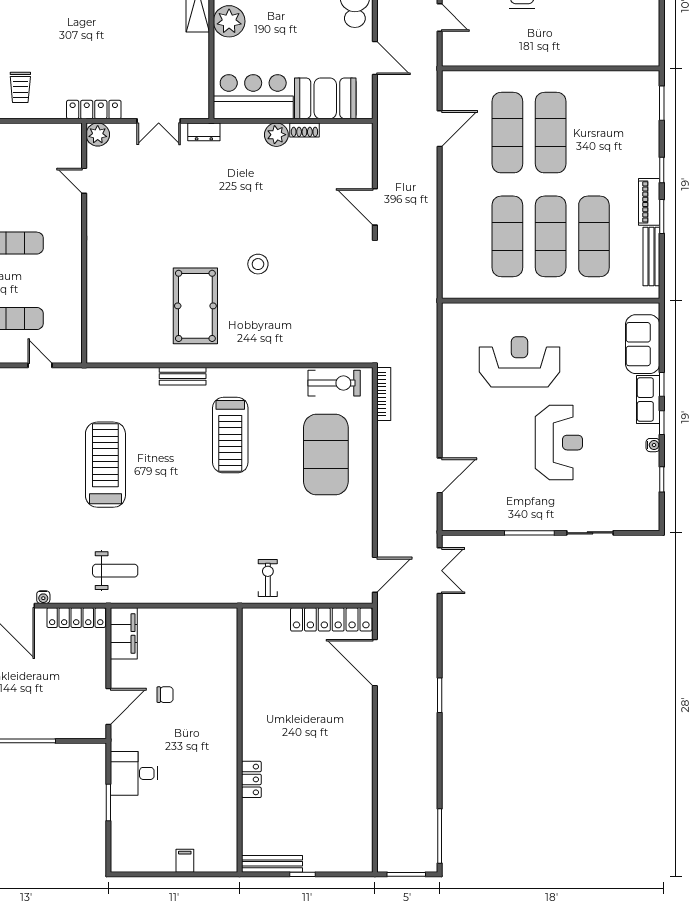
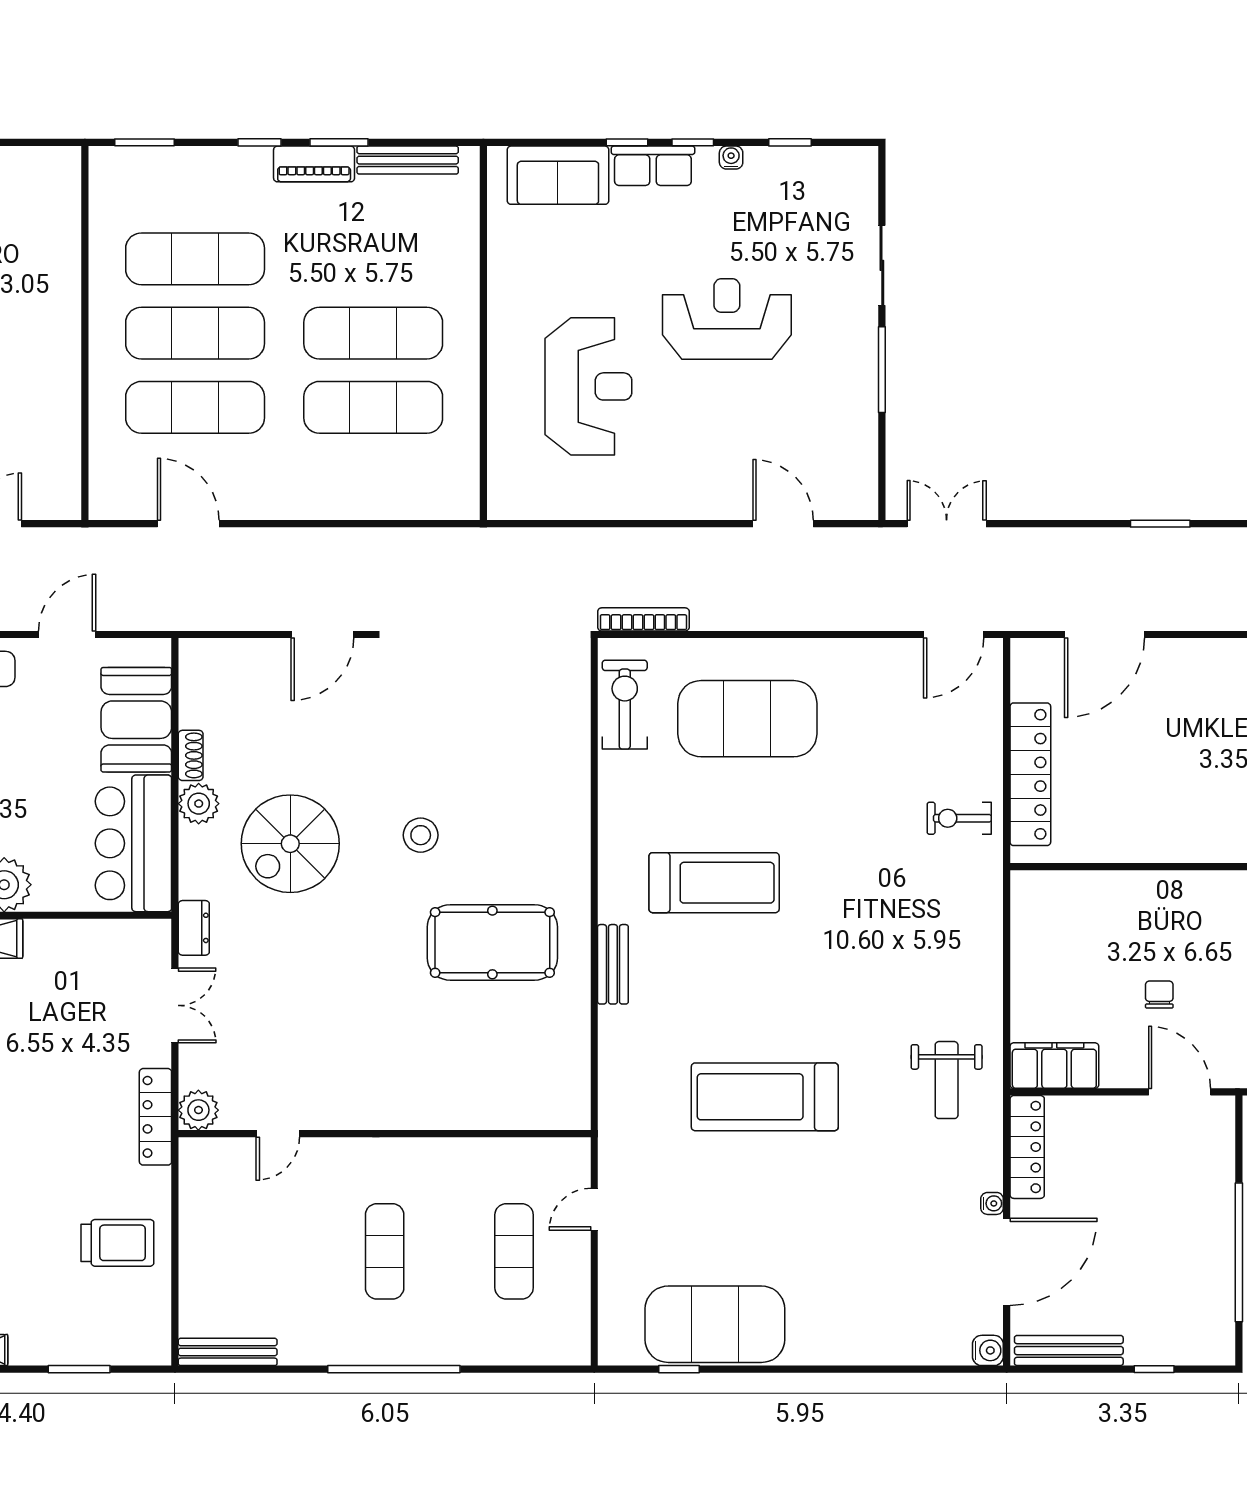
trolley: (20, 87) -> (117, 1243), width x1.36, depth x1.39
spiral stairs: (253, 188) -> (290, 844), added
exercise mat: (594, 236) -> (195, 259), moved
reception desk: (519, 362) -> (588, 386), turned 180
weight bench: (115, 571) -> (947, 1080), turned 180
door: (375, 575) -> (954, 635), swing flipped
locker: (331, 619) -> (1030, 774), moved

